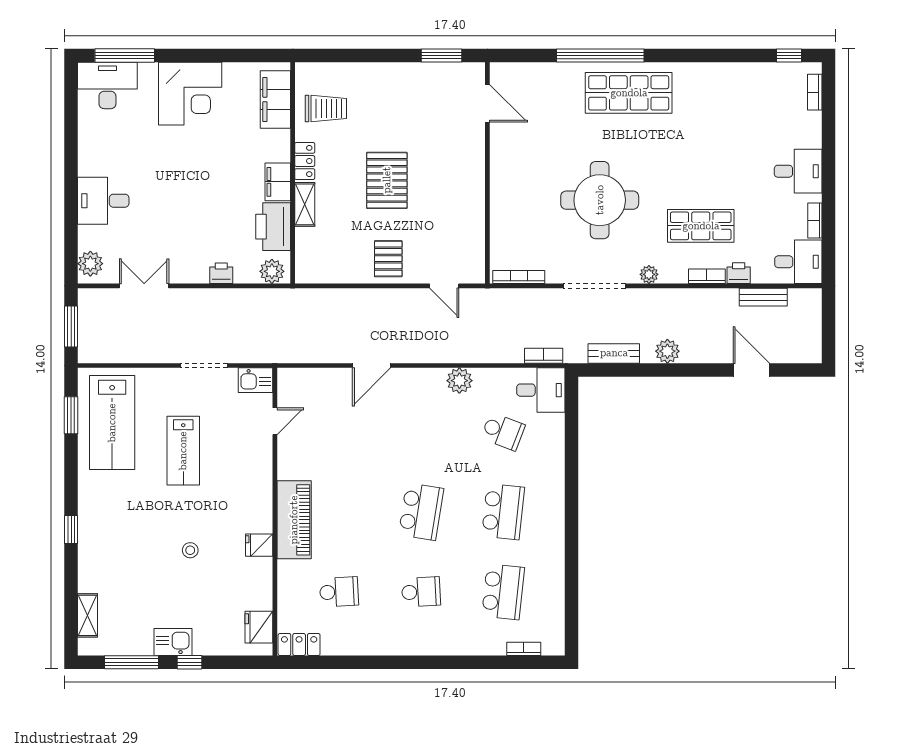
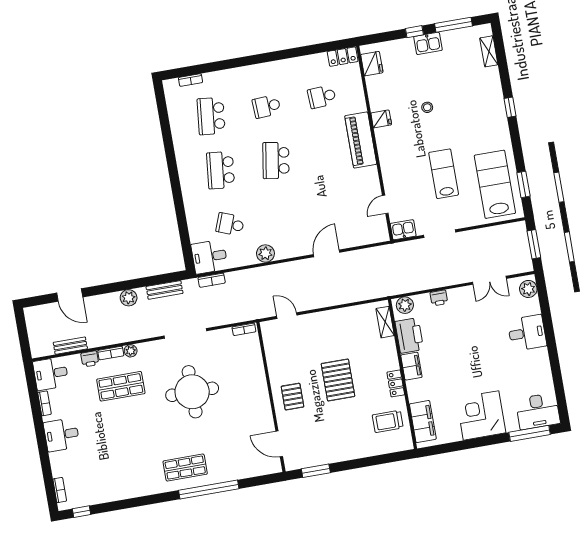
shop shelf: (629, 93) -> (185, 468), width x0.70, depth x0.74
shelving: (305, 204) -> (385, 322), moved
pallet: (388, 259) -> (292, 397), moved
plant: (649, 274) -> (131, 351), moved
bookcase: (519, 277) -> (244, 329), width x0.64

